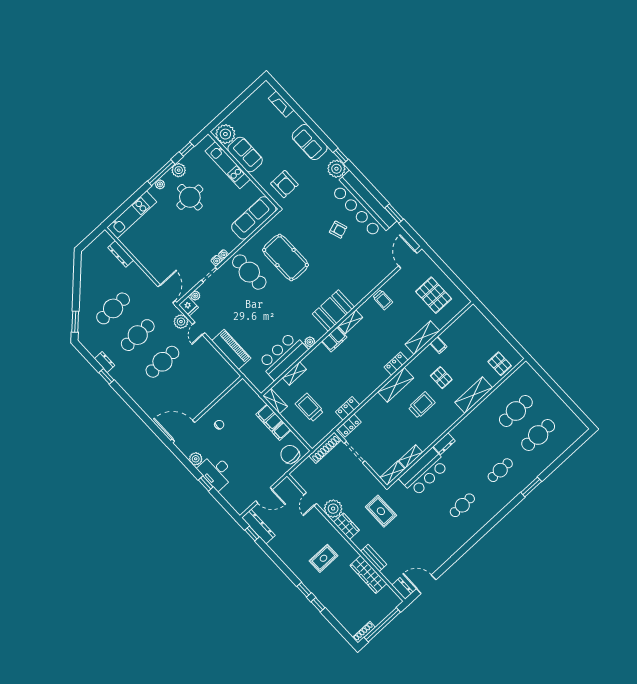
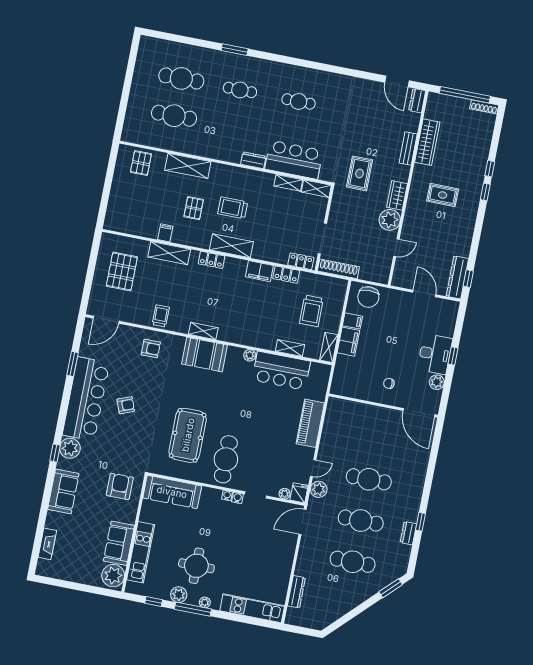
armchair: (338, 230) -> (126, 405), turned 88
armchair: (365, 276) -> (151, 349), added
filing cabinet: (334, 339) -> (259, 271), moved, turned 180

